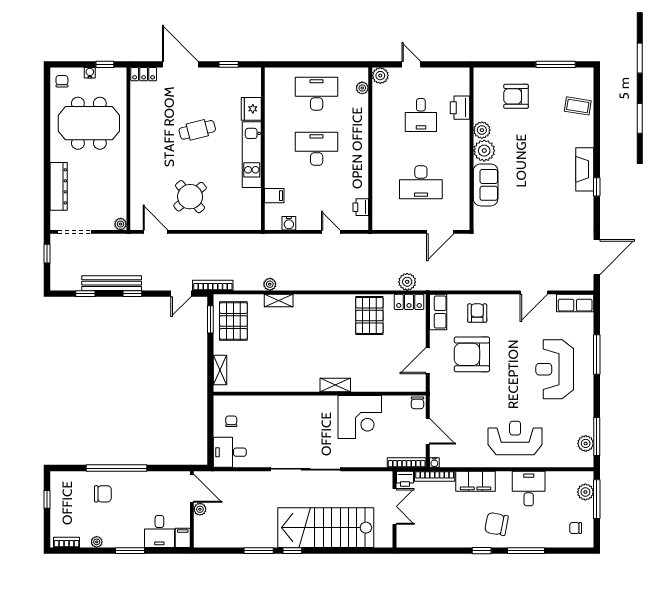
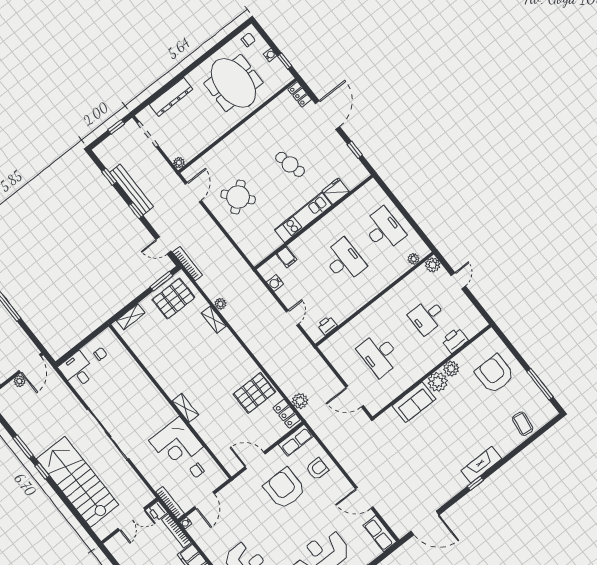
armchair: (516, 96) -> (495, 374), width x1.36, depth x1.36
chair: (417, 403) -> (197, 470), moved

